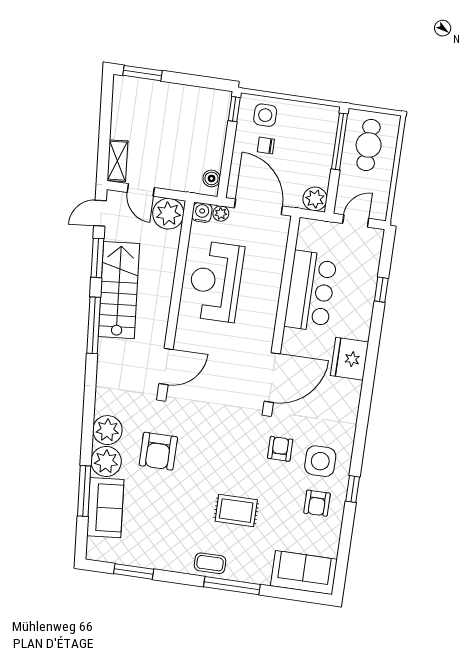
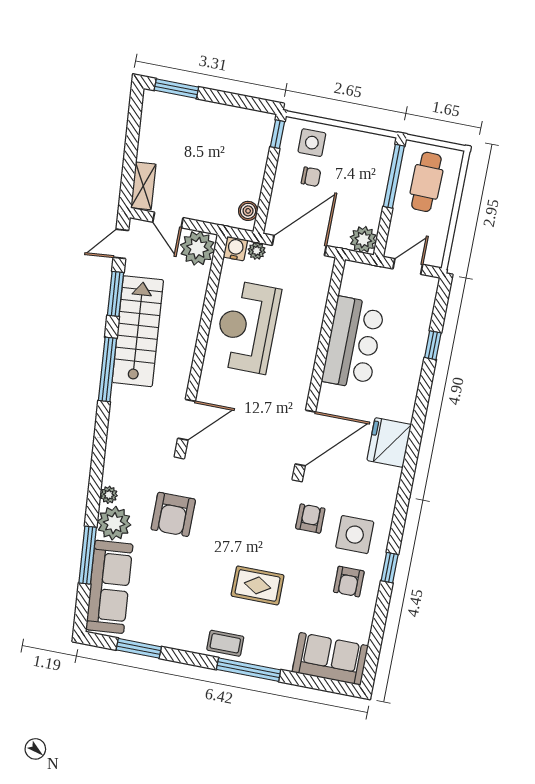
chair: (266, 145) -> (311, 177), turned 180
door: (258, 207) -> (299, 245), hinge flipped
fridge: (350, 359) -> (389, 442), moved
plant: (107, 430) -> (109, 495), width x0.53, depth x0.53
sofa: (105, 508) -> (109, 587), width x1.36

